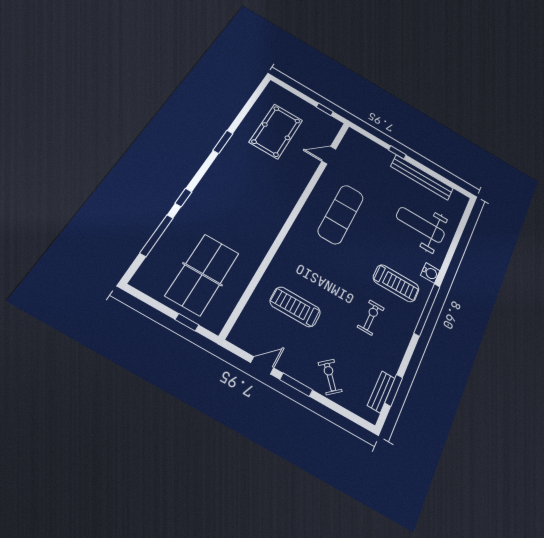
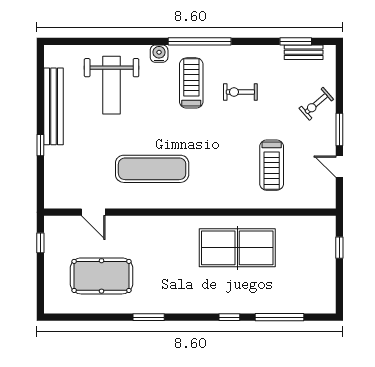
table tennis table: (203, 274) -> (237, 248), moved

